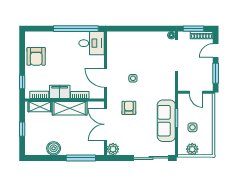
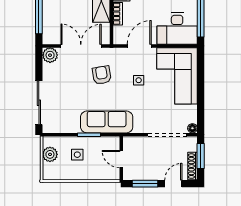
desk: (92, 43) -> (177, 28), width x1.37
corner sofa: (130, 48) -> (177, 76), added
door: (216, 51) -> (173, 184), hinge flipped
door: (196, 92) -> (121, 159), hinge flipped
armchair: (129, 108) -> (102, 75), turned -99
sofa: (166, 121) -> (107, 122), moved

